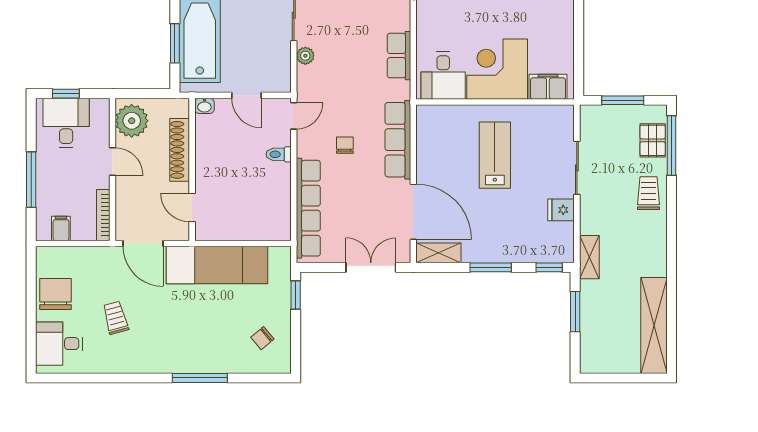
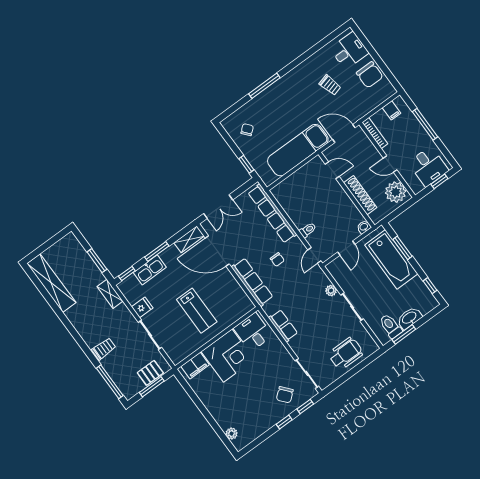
door: (246, 95) -> (346, 248), swing flipped
pallet: (653, 140) -> (150, 373), moved, turned 90
trolley: (648, 193) -> (104, 349), turned -90
kitchen sink: (517, 251) -> (150, 270), added

